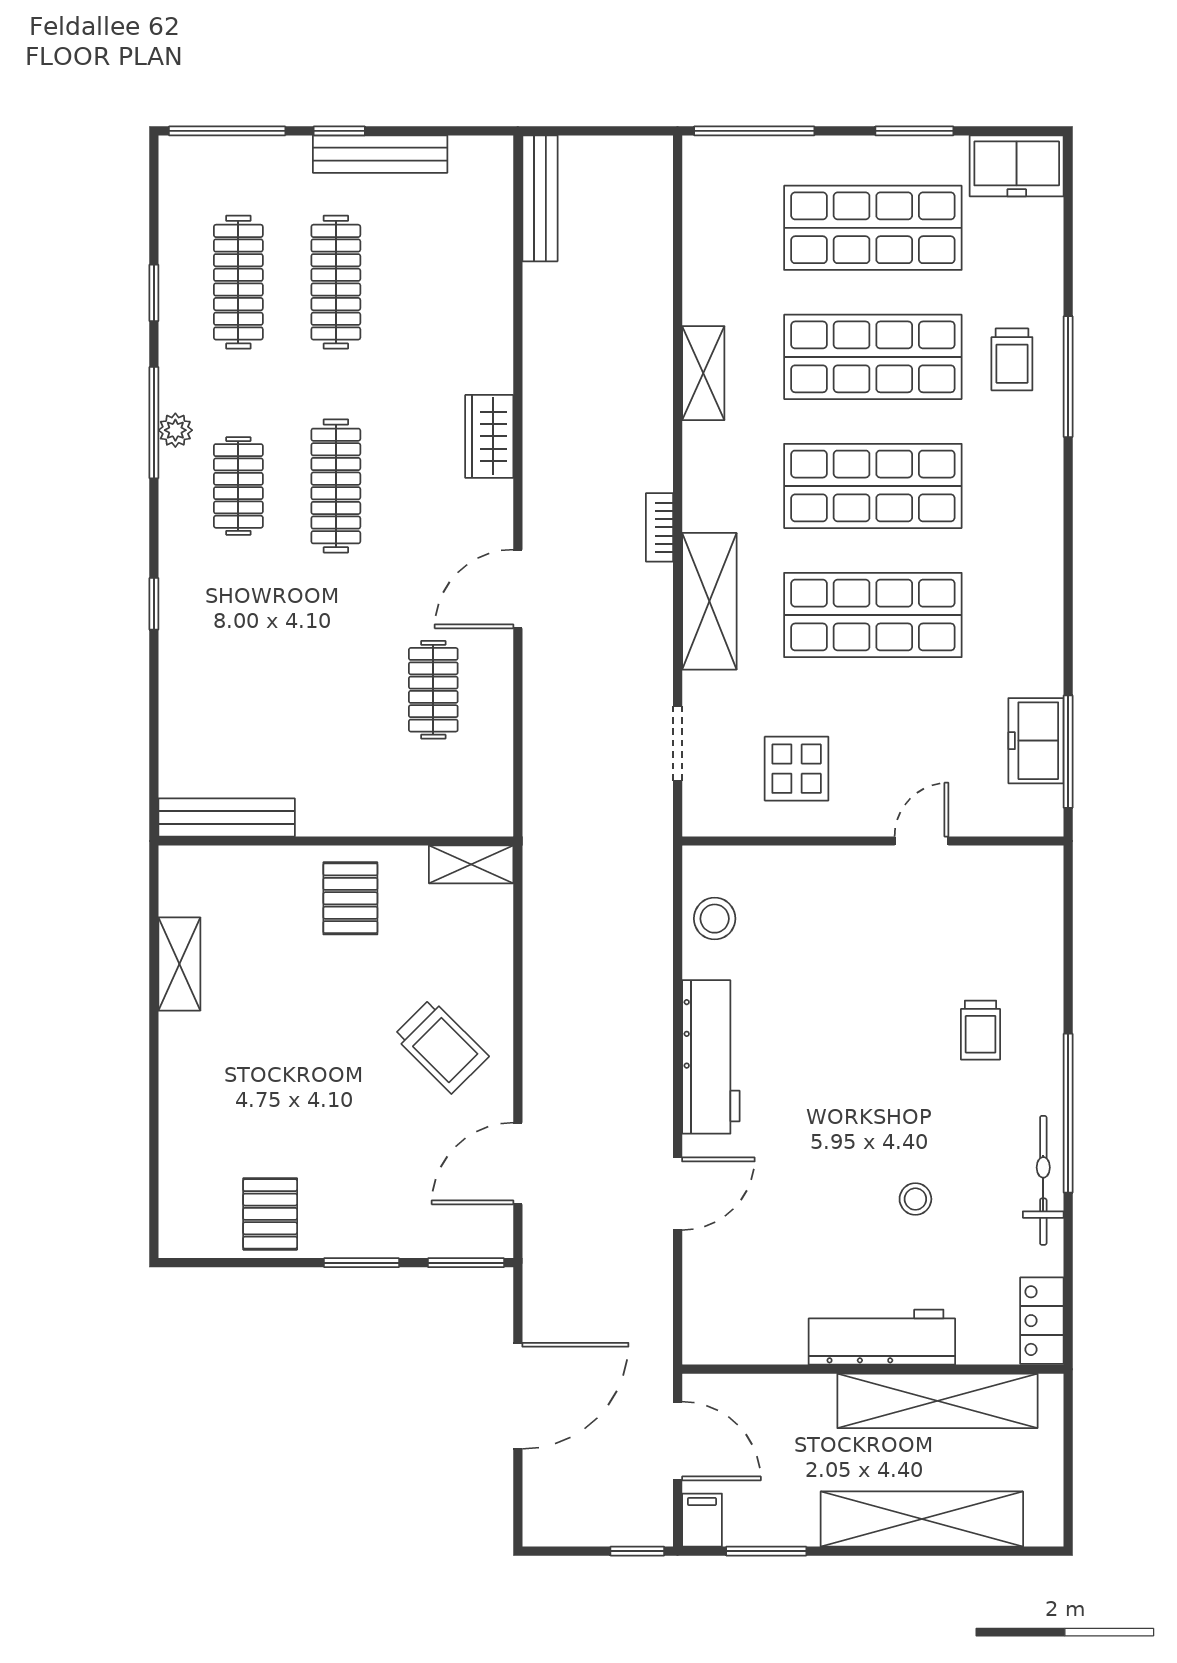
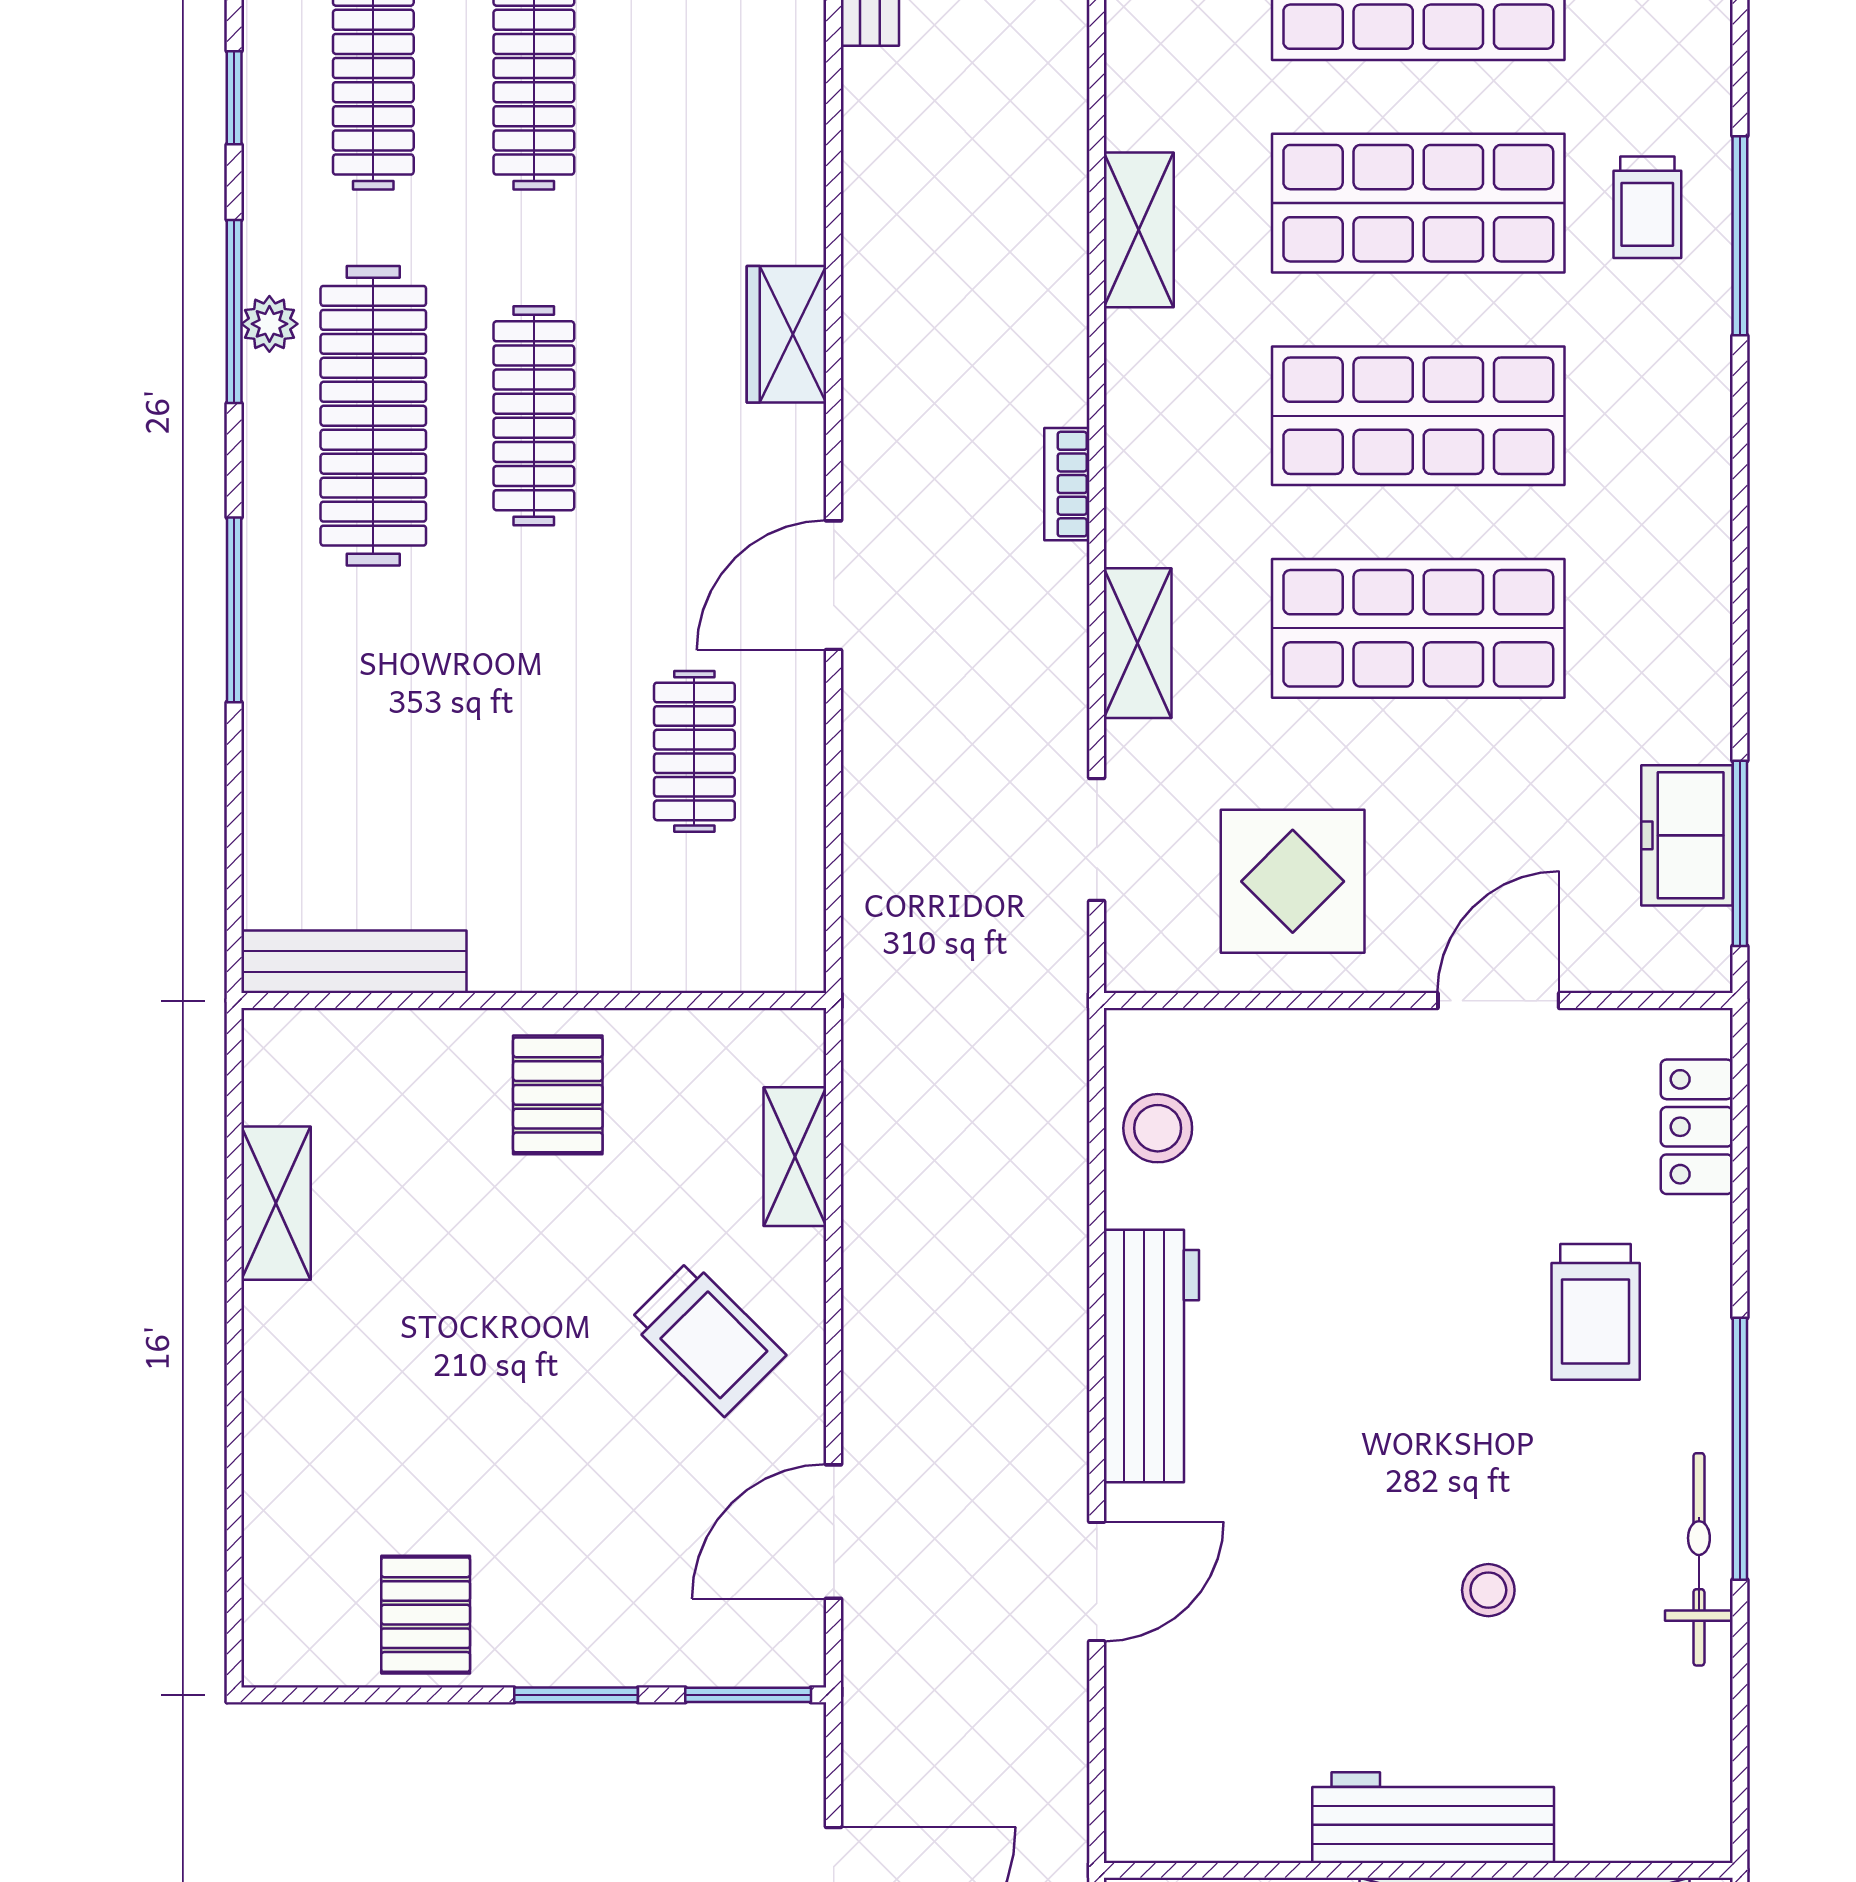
clothes rail: (238, 486) -> (373, 416), width x1.86, depth x1.31
shelving: (709, 601) -> (1138, 643), width x0.67, depth x0.75
window: (154, 604) -> (234, 610), width x2.17
display table: (797, 769) -> (1293, 881), width x1.36, depth x1.36
door: (921, 841) -> (1498, 1001), width x1.38
shelving: (471, 864) -> (795, 1157), moved, turned 90
trolley: (981, 1030) -> (1596, 1312), width x1.36, depth x1.39
locker: (1042, 1321) -> (1697, 1127), moved

